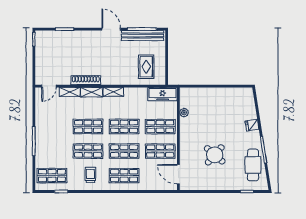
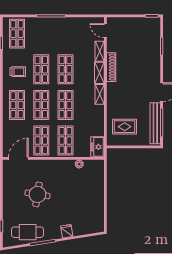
freezer: (162, 94) -> (98, 147), width x0.71
round table: (215, 155) -> (37, 194), turned -32

